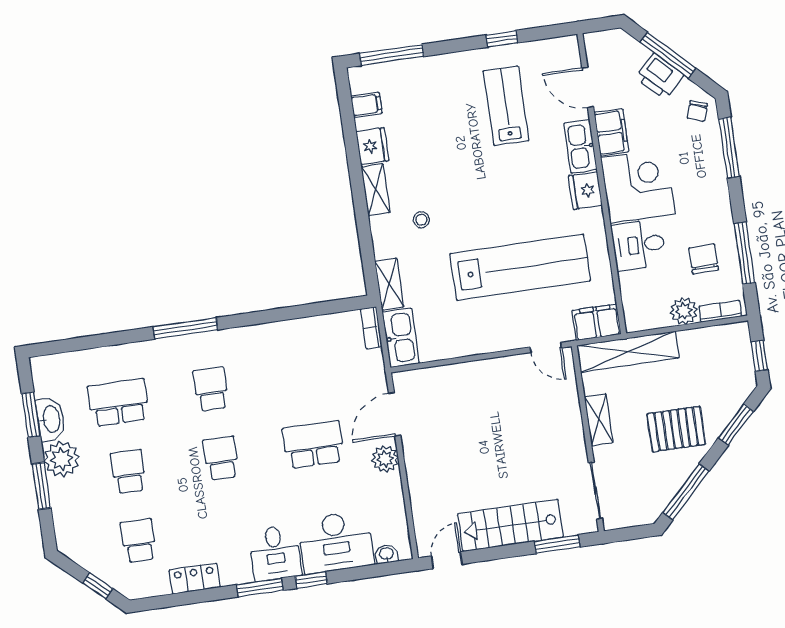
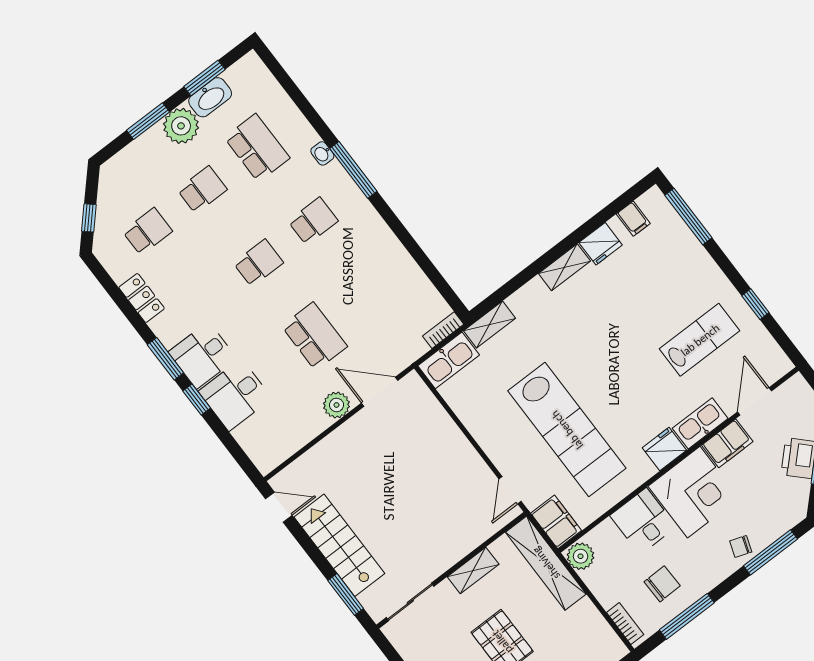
chair: (697, 111) -> (741, 546), moved
stool: (421, 220) -> (560, 321), removed
plant: (684, 311) -> (581, 556), moved
desk: (336, 542) -> (235, 395), width x0.73
washbasin: (386, 554) -> (322, 153), moved, turned 180

